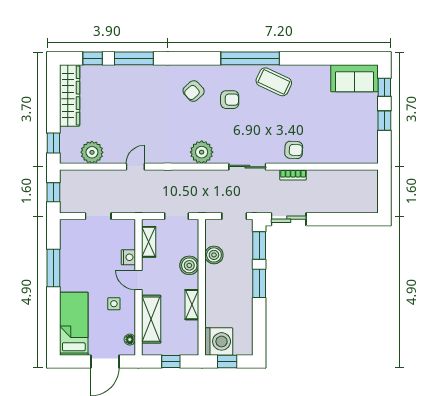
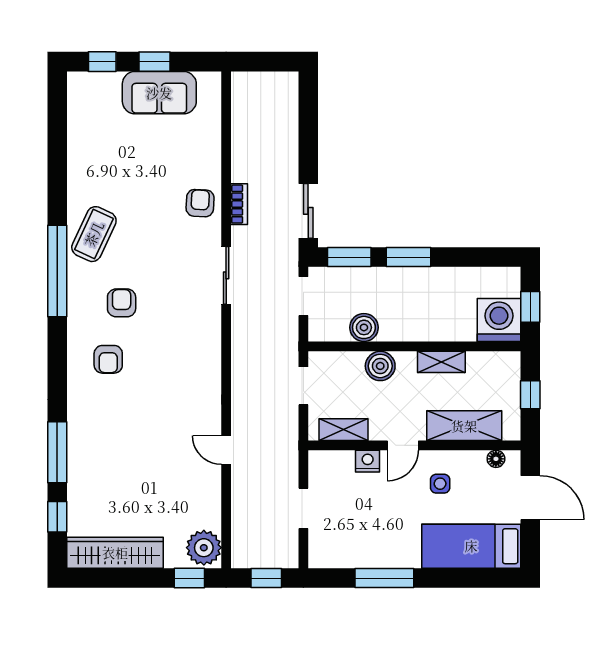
sofa: (355, 78) -> (159, 93), moved, turned 90
armchair: (194, 91) -> (108, 359), turned 42
plant: (92, 152) -> (204, 548), moved
plant: (202, 152) -> (204, 347), removed

